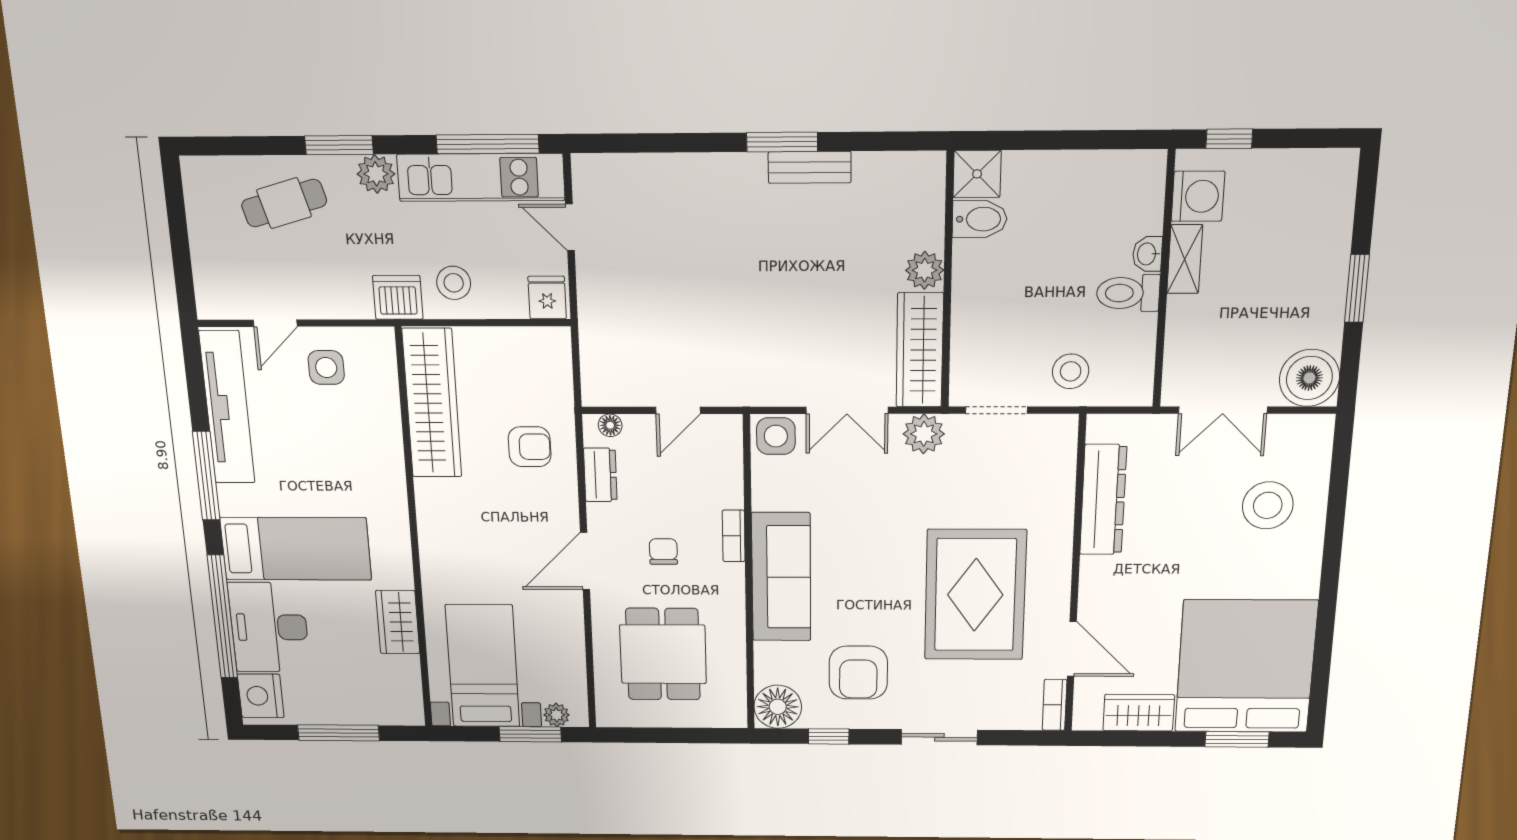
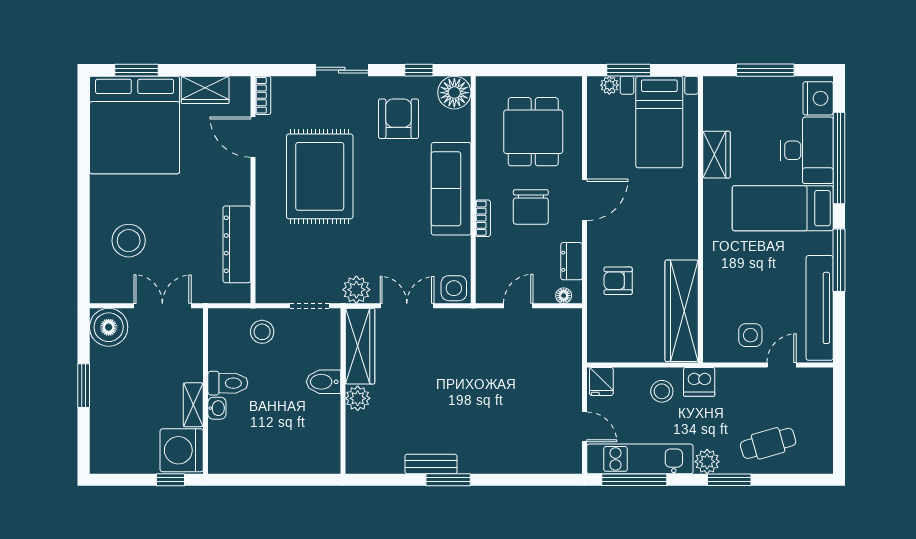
shower: (977, 174) -> (326, 459), removed
washing machine: (1198, 196) -> (182, 450), width x1.37, depth x1.37
bidet: (980, 219) -> (323, 382), moved
chair: (663, 551) -> (531, 207), width x1.87, depth x1.87

